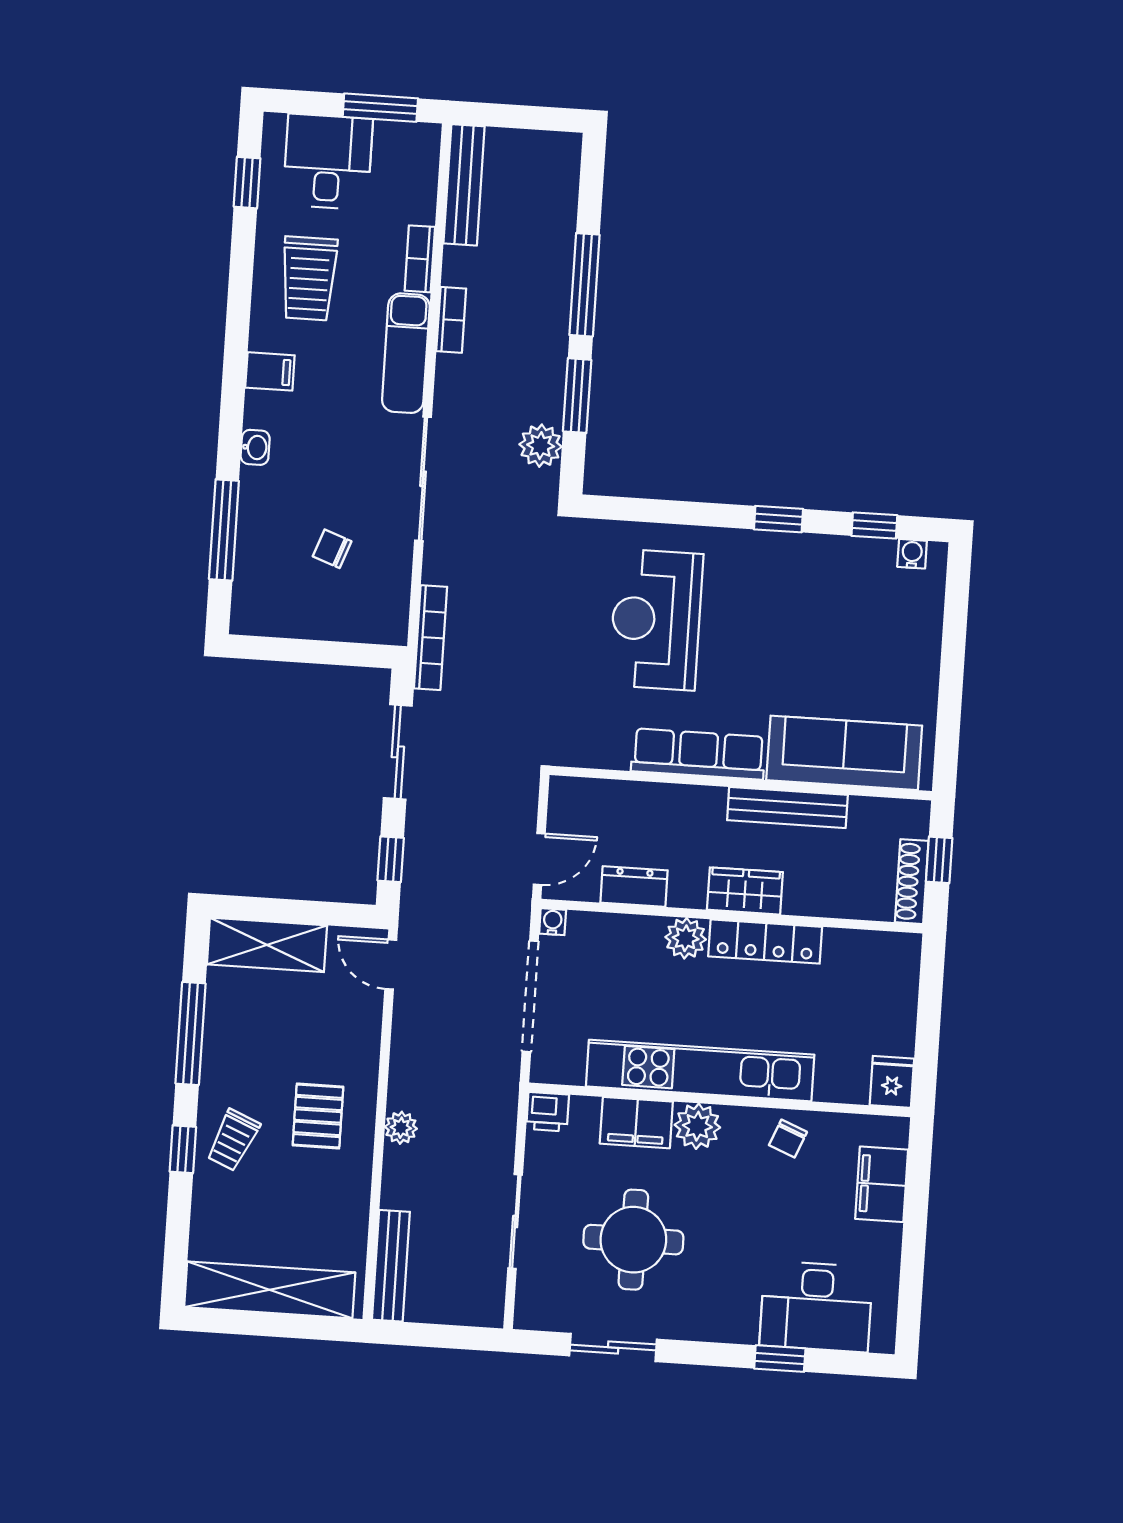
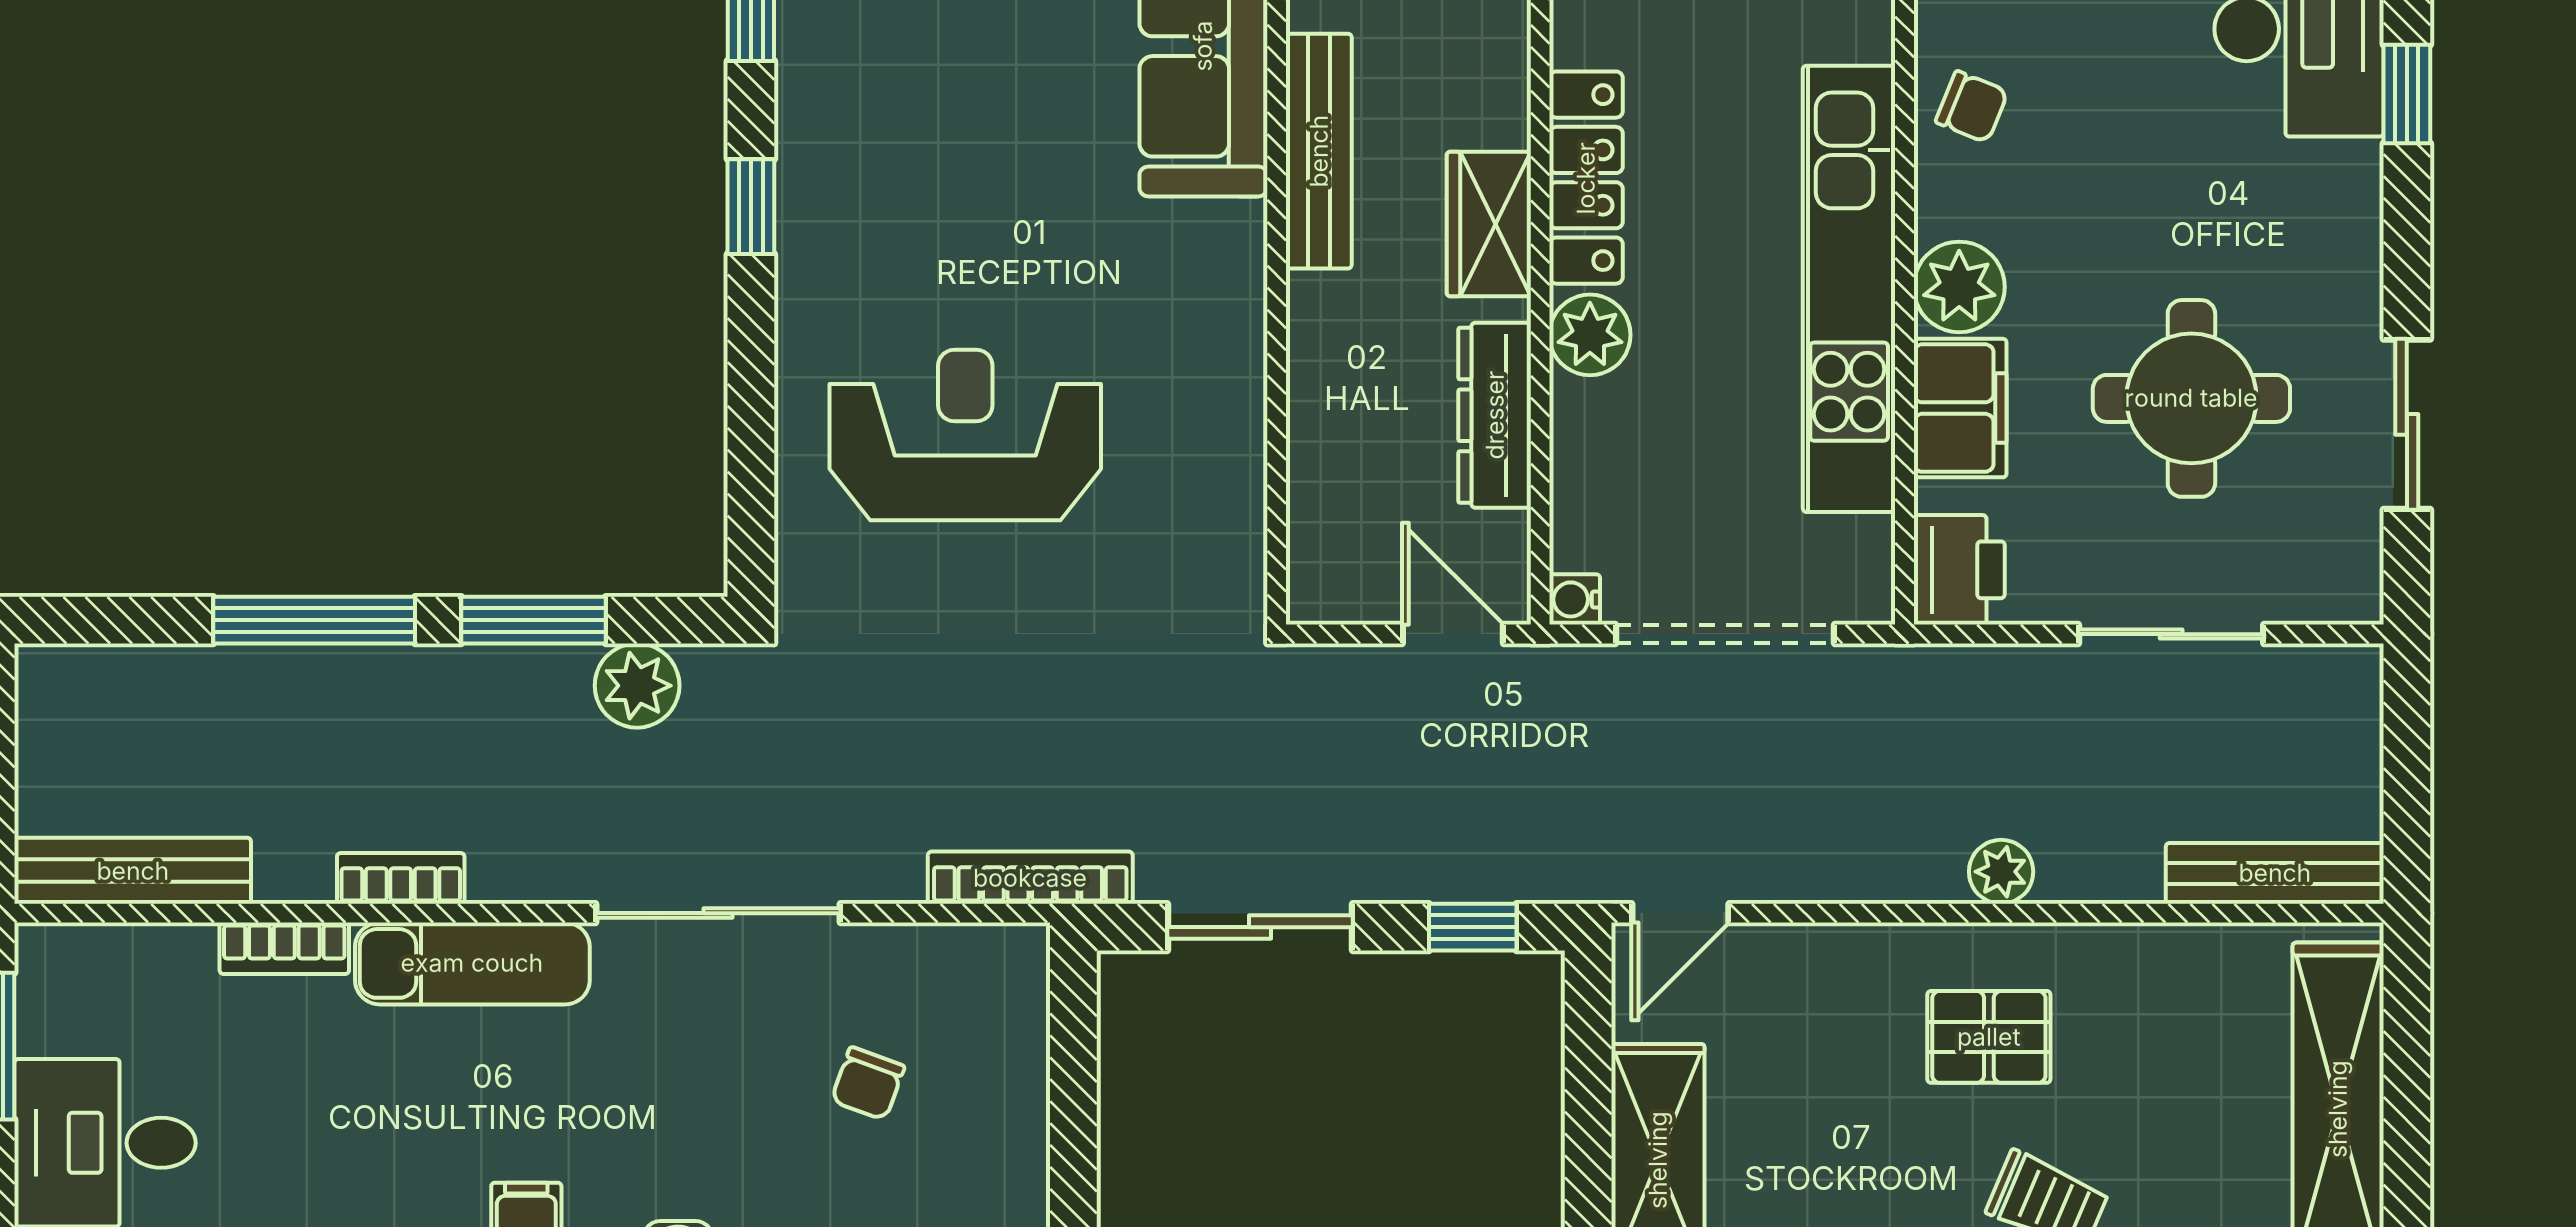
trolley: (309, 278) -> (338, 1165), removed
reception desk: (656, 620) -> (965, 435), turned 180
row of seats: (698, 754) -> (1225, 334), removed
dresser: (634, 886) -> (1495, 415), width x1.44
printer: (548, 1112) -> (1959, 570), width x1.36, depth x1.24

